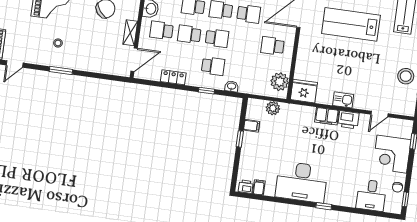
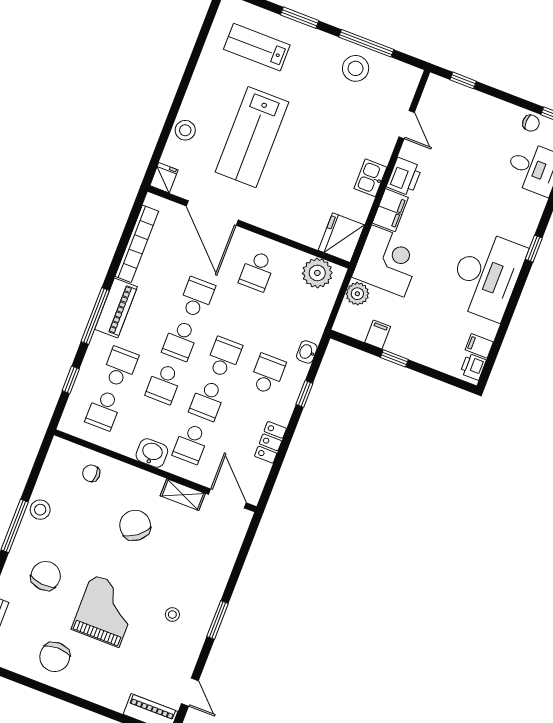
corner desk: (392, 154) -> (388, 261), moved, turned -90

